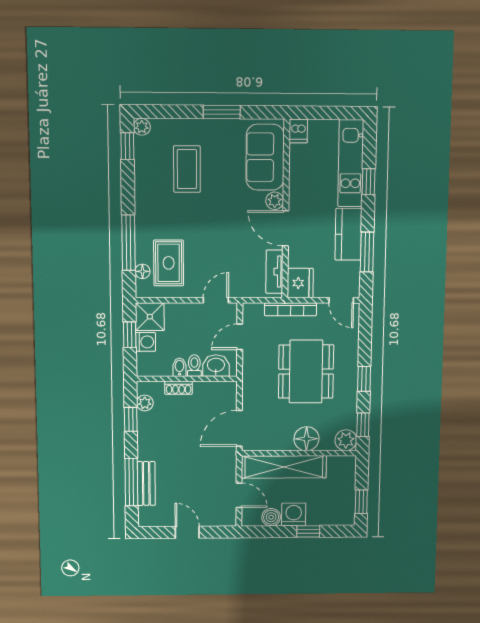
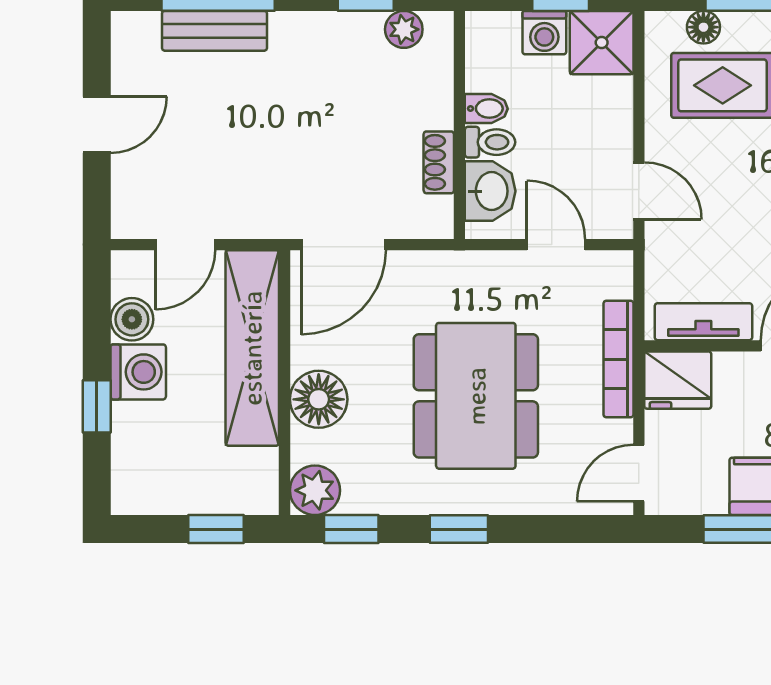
dining table: (306, 372) -> (476, 396), turned 90
shoe rack: (179, 388) -> (439, 162), moved
door: (239, 428) -> (344, 245), swing flipped
window: (361, 502) -> (216, 529), moved

